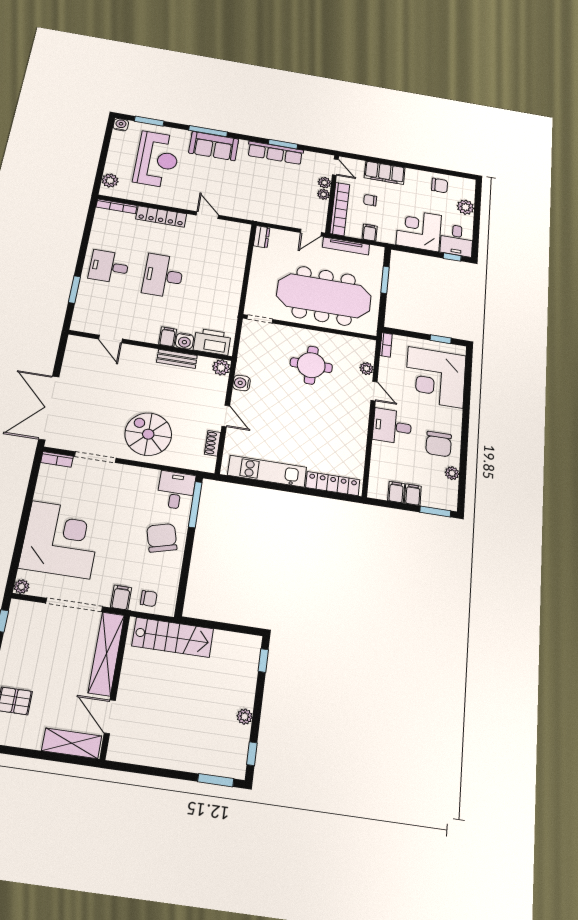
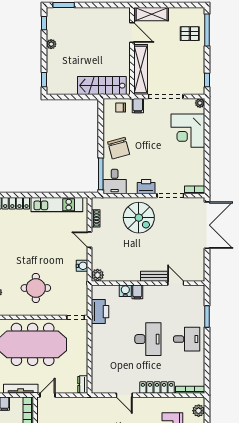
printer: (212, 342) -> (100, 312), moved, turned -90
bench: (177, 359) -> (154, 276), moved
printer: (129, 476) -> (146, 187), added
corner desk: (61, 540) -> (188, 131), width x0.74, depth x0.74

